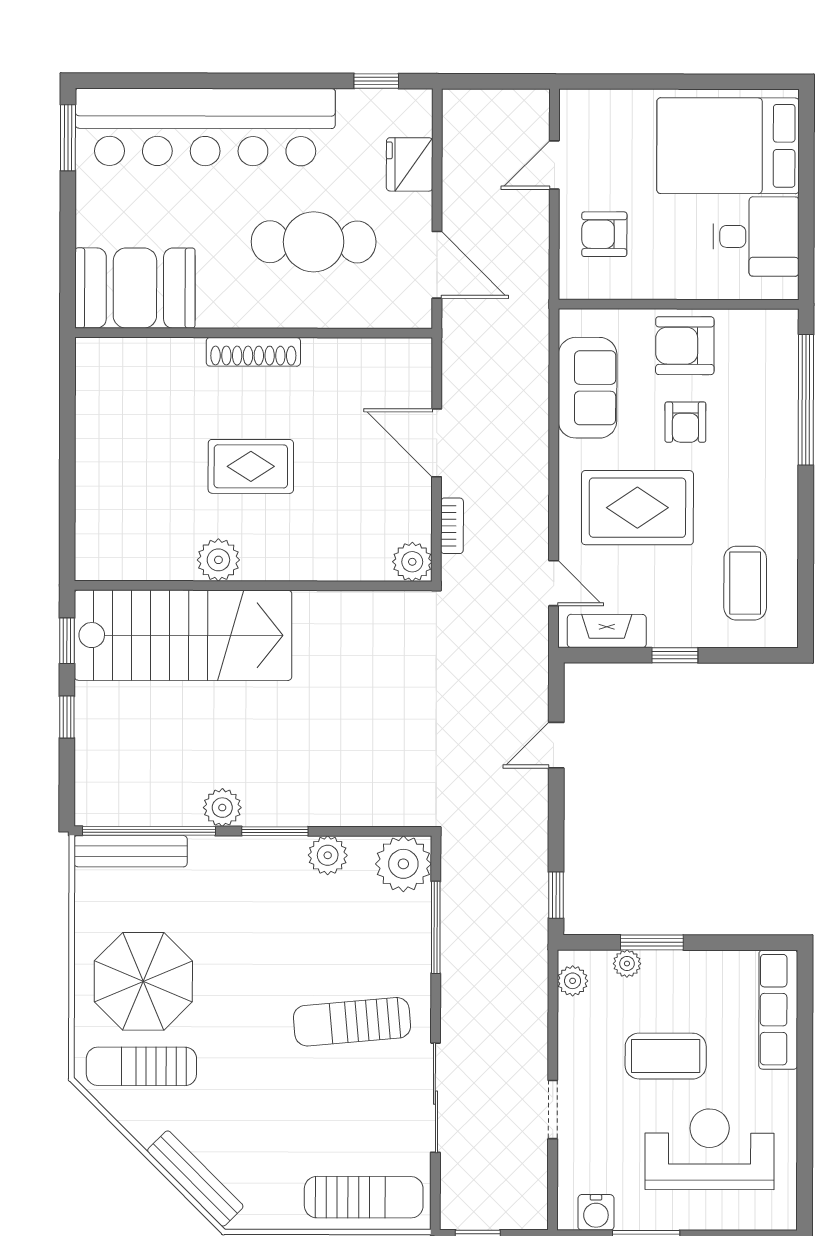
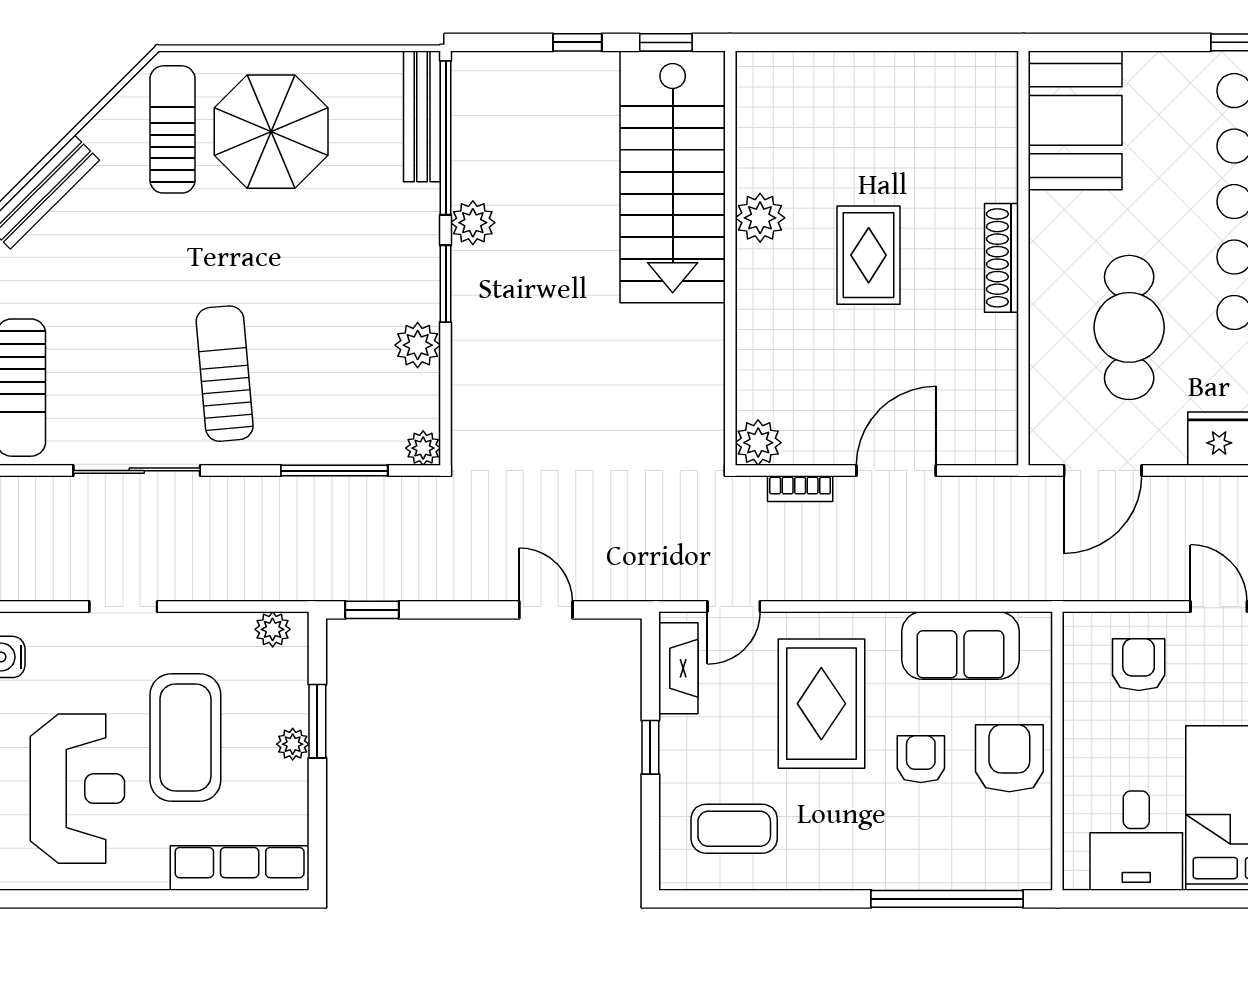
armchair: (685, 422) -> (921, 759), turned 90
plant: (403, 864) -> (423, 448), width x0.53, depth x0.53
plant: (627, 964) -> (293, 744), moved
coffee table: (666, 1056) -> (185, 737), width x1.36, depth x1.32

